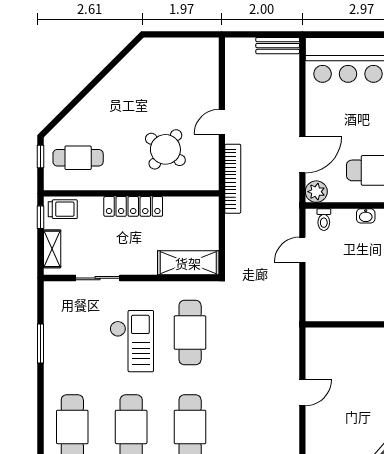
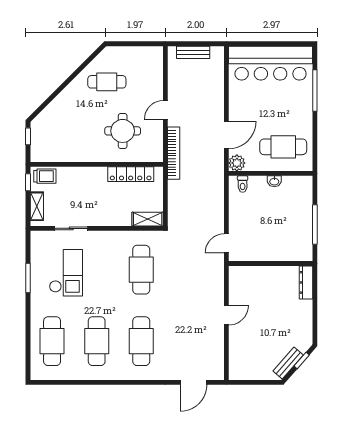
bench: (278, 46) -> (193, 52), moved
round table: (165, 149) -> (123, 131), turned -37
cafe table: (78, 158) -> (107, 82), moved
locker: (133, 206) -> (131, 174), moved
door: (302, 250) -> (226, 243), moved
shelving: (188, 263) -> (148, 219), width x0.67, depth x0.75
checkout: (132, 341) -> (66, 273), moved

